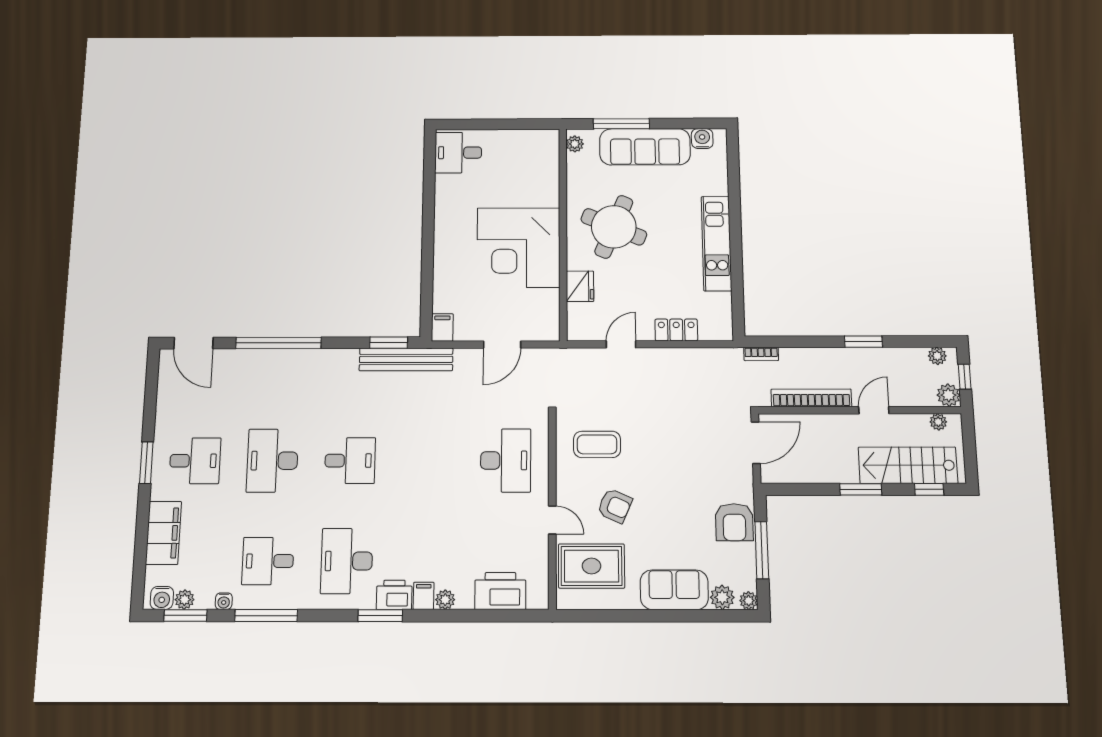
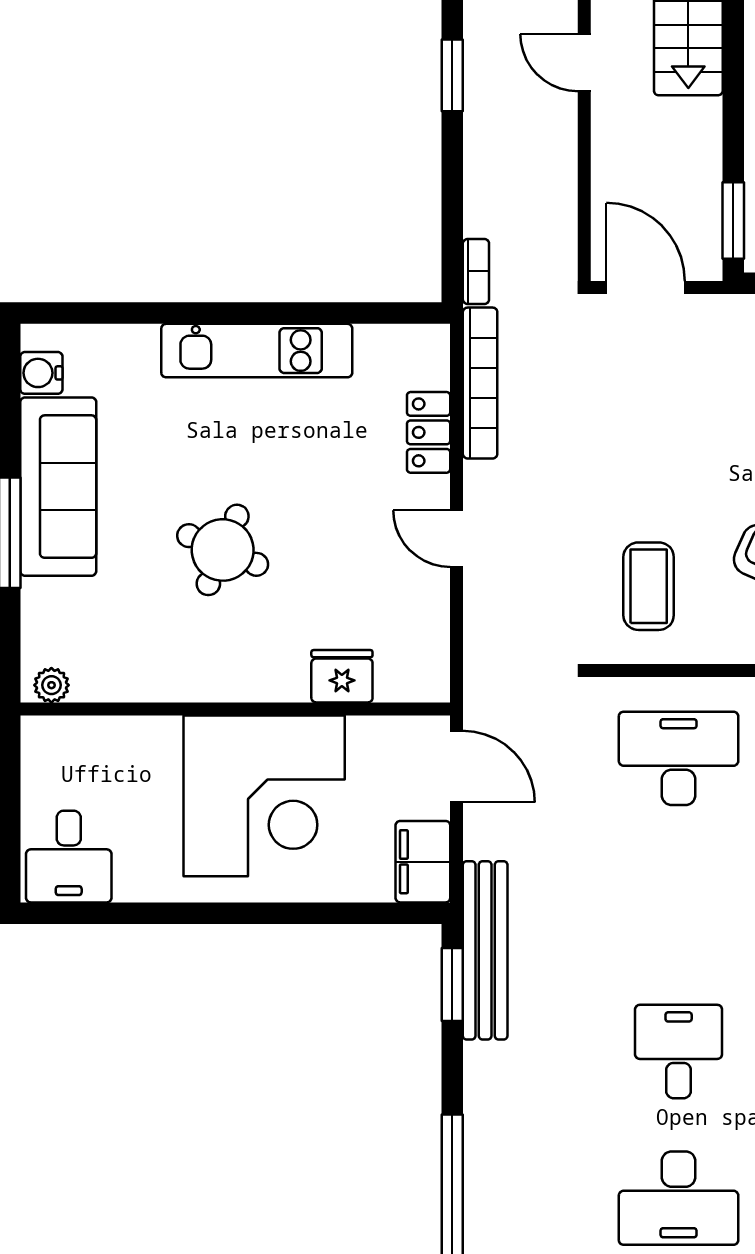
plant: (575, 144) -> (51, 685), moved
round table: (614, 227) -> (223, 550), width x0.73, depth x0.73
wall: (563, 233) -> (235, 709), moved
corner desk: (518, 248) -> (264, 796), moved
fridge: (580, 286) -> (342, 676), moved
filing cabinet: (442, 328) -> (423, 862), width x2.00
bookcase: (811, 398) -> (480, 383), moved, turned 180
window: (861, 489) -> (733, 221), moved

